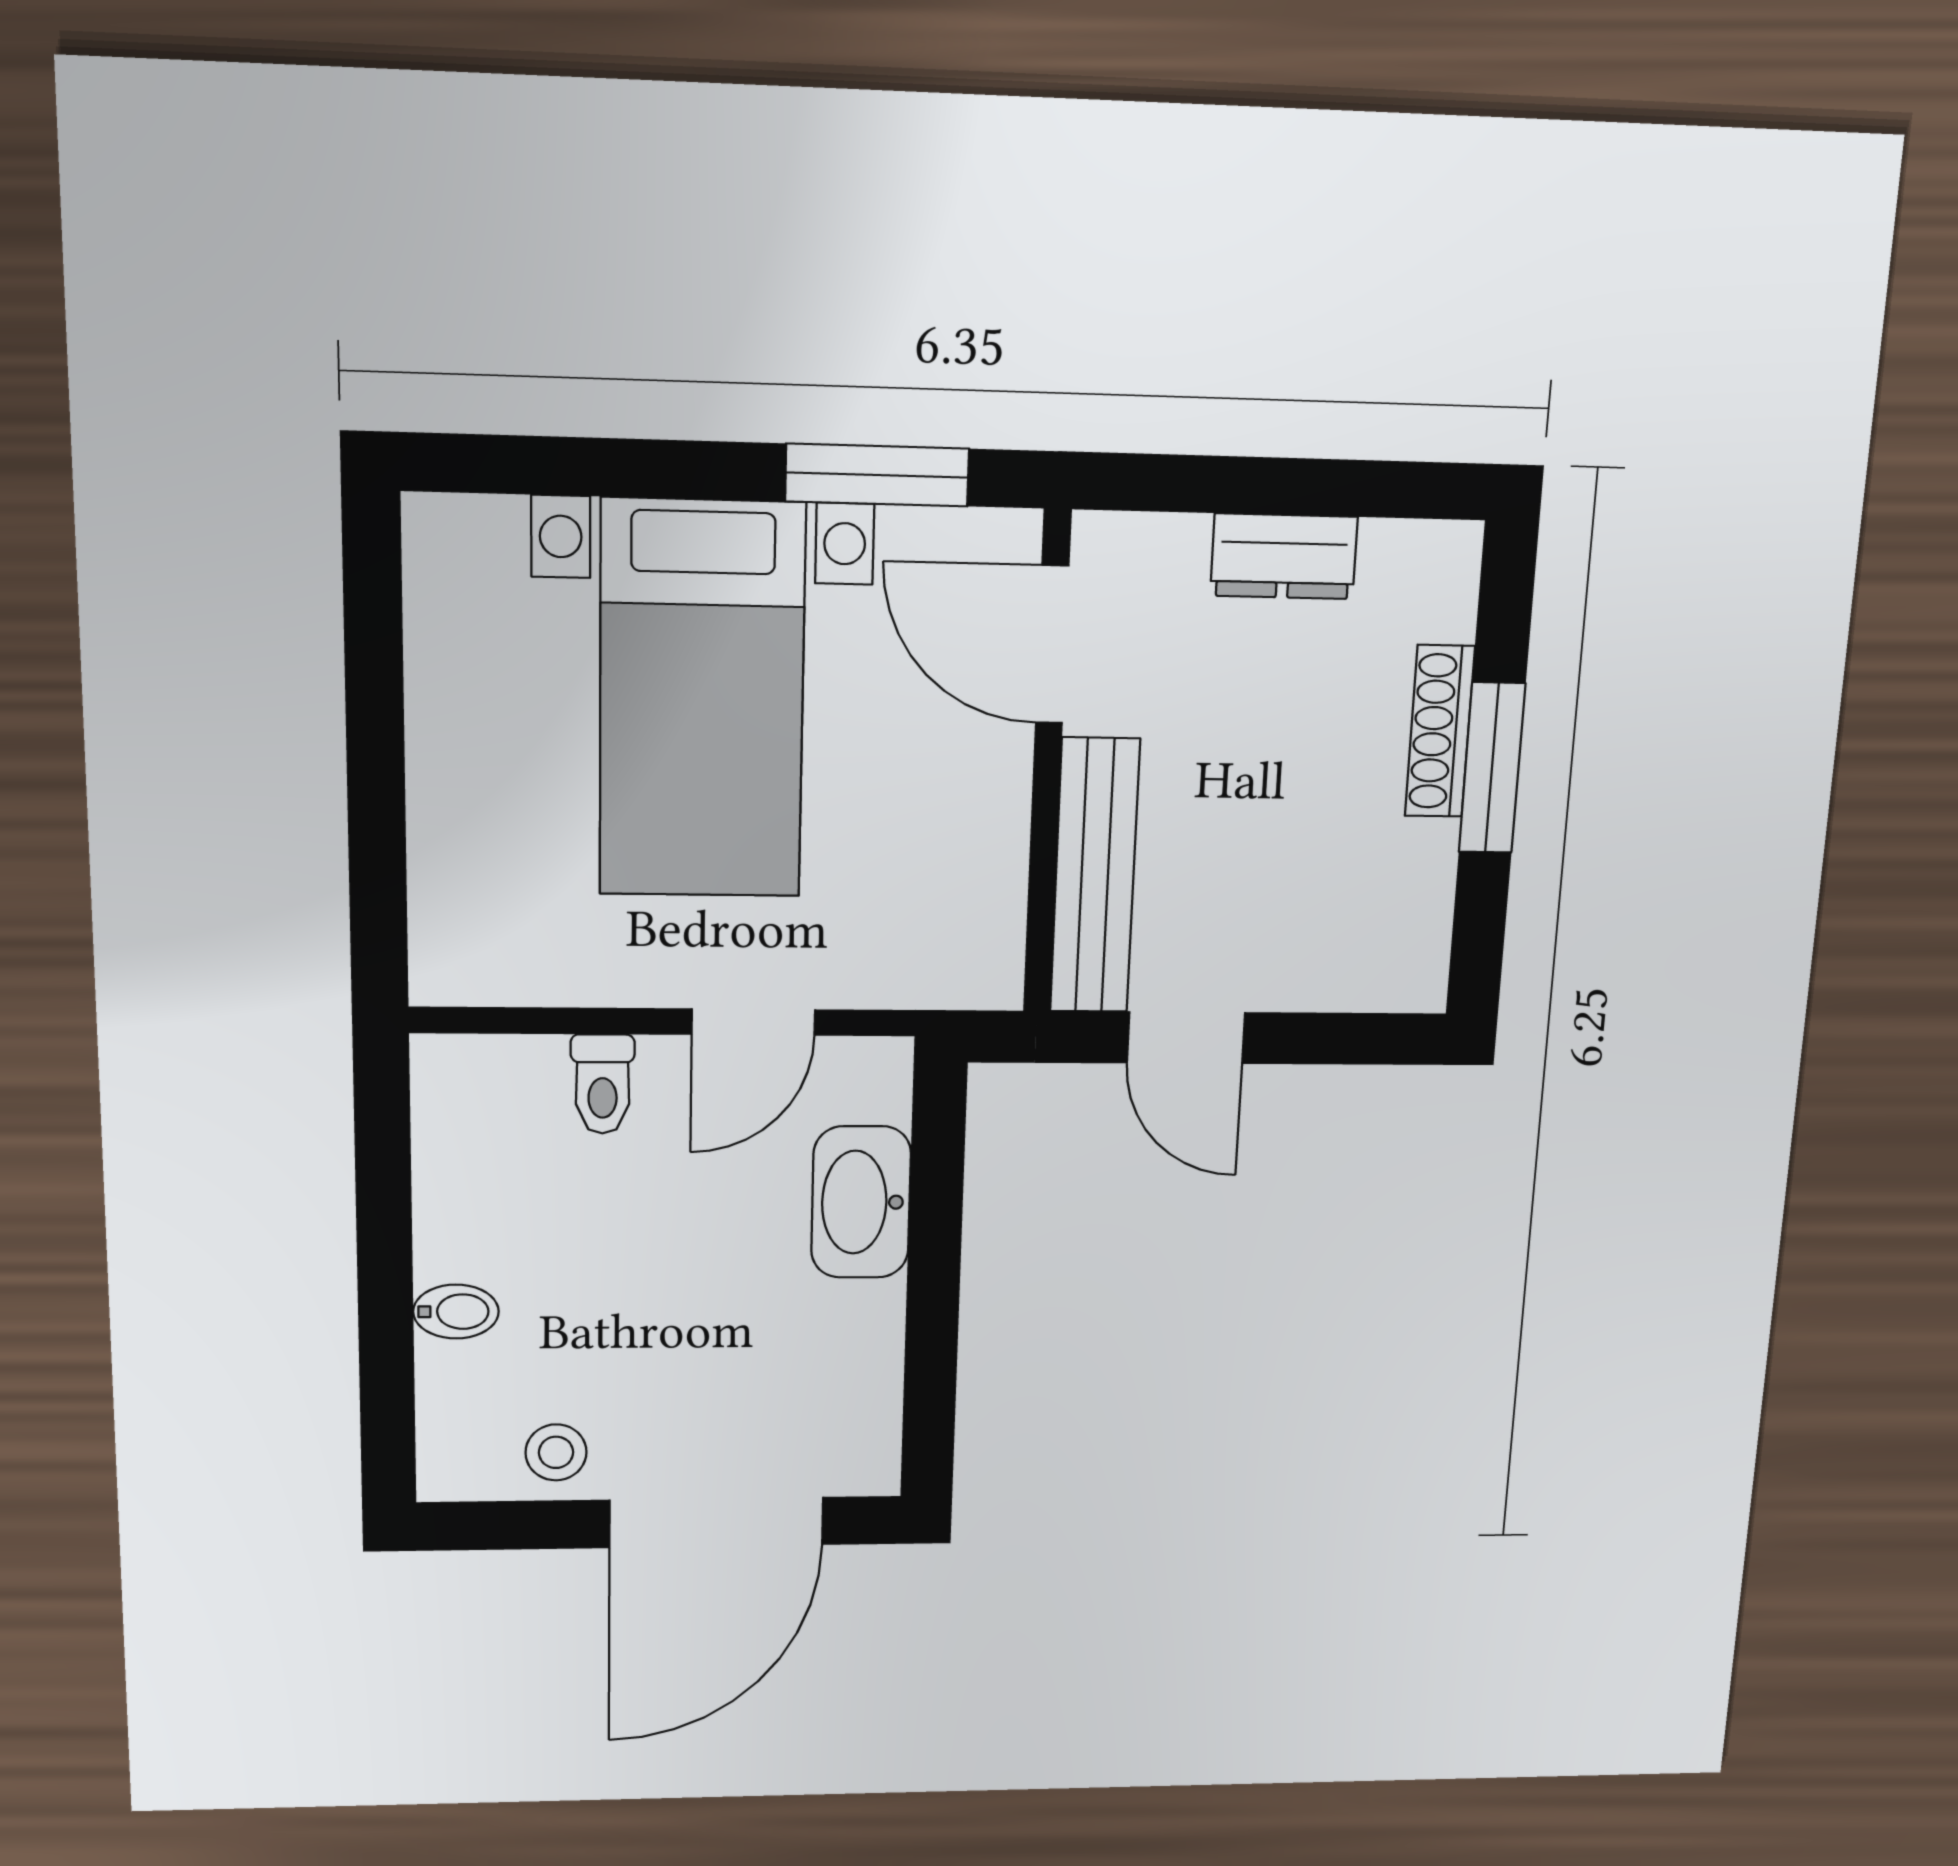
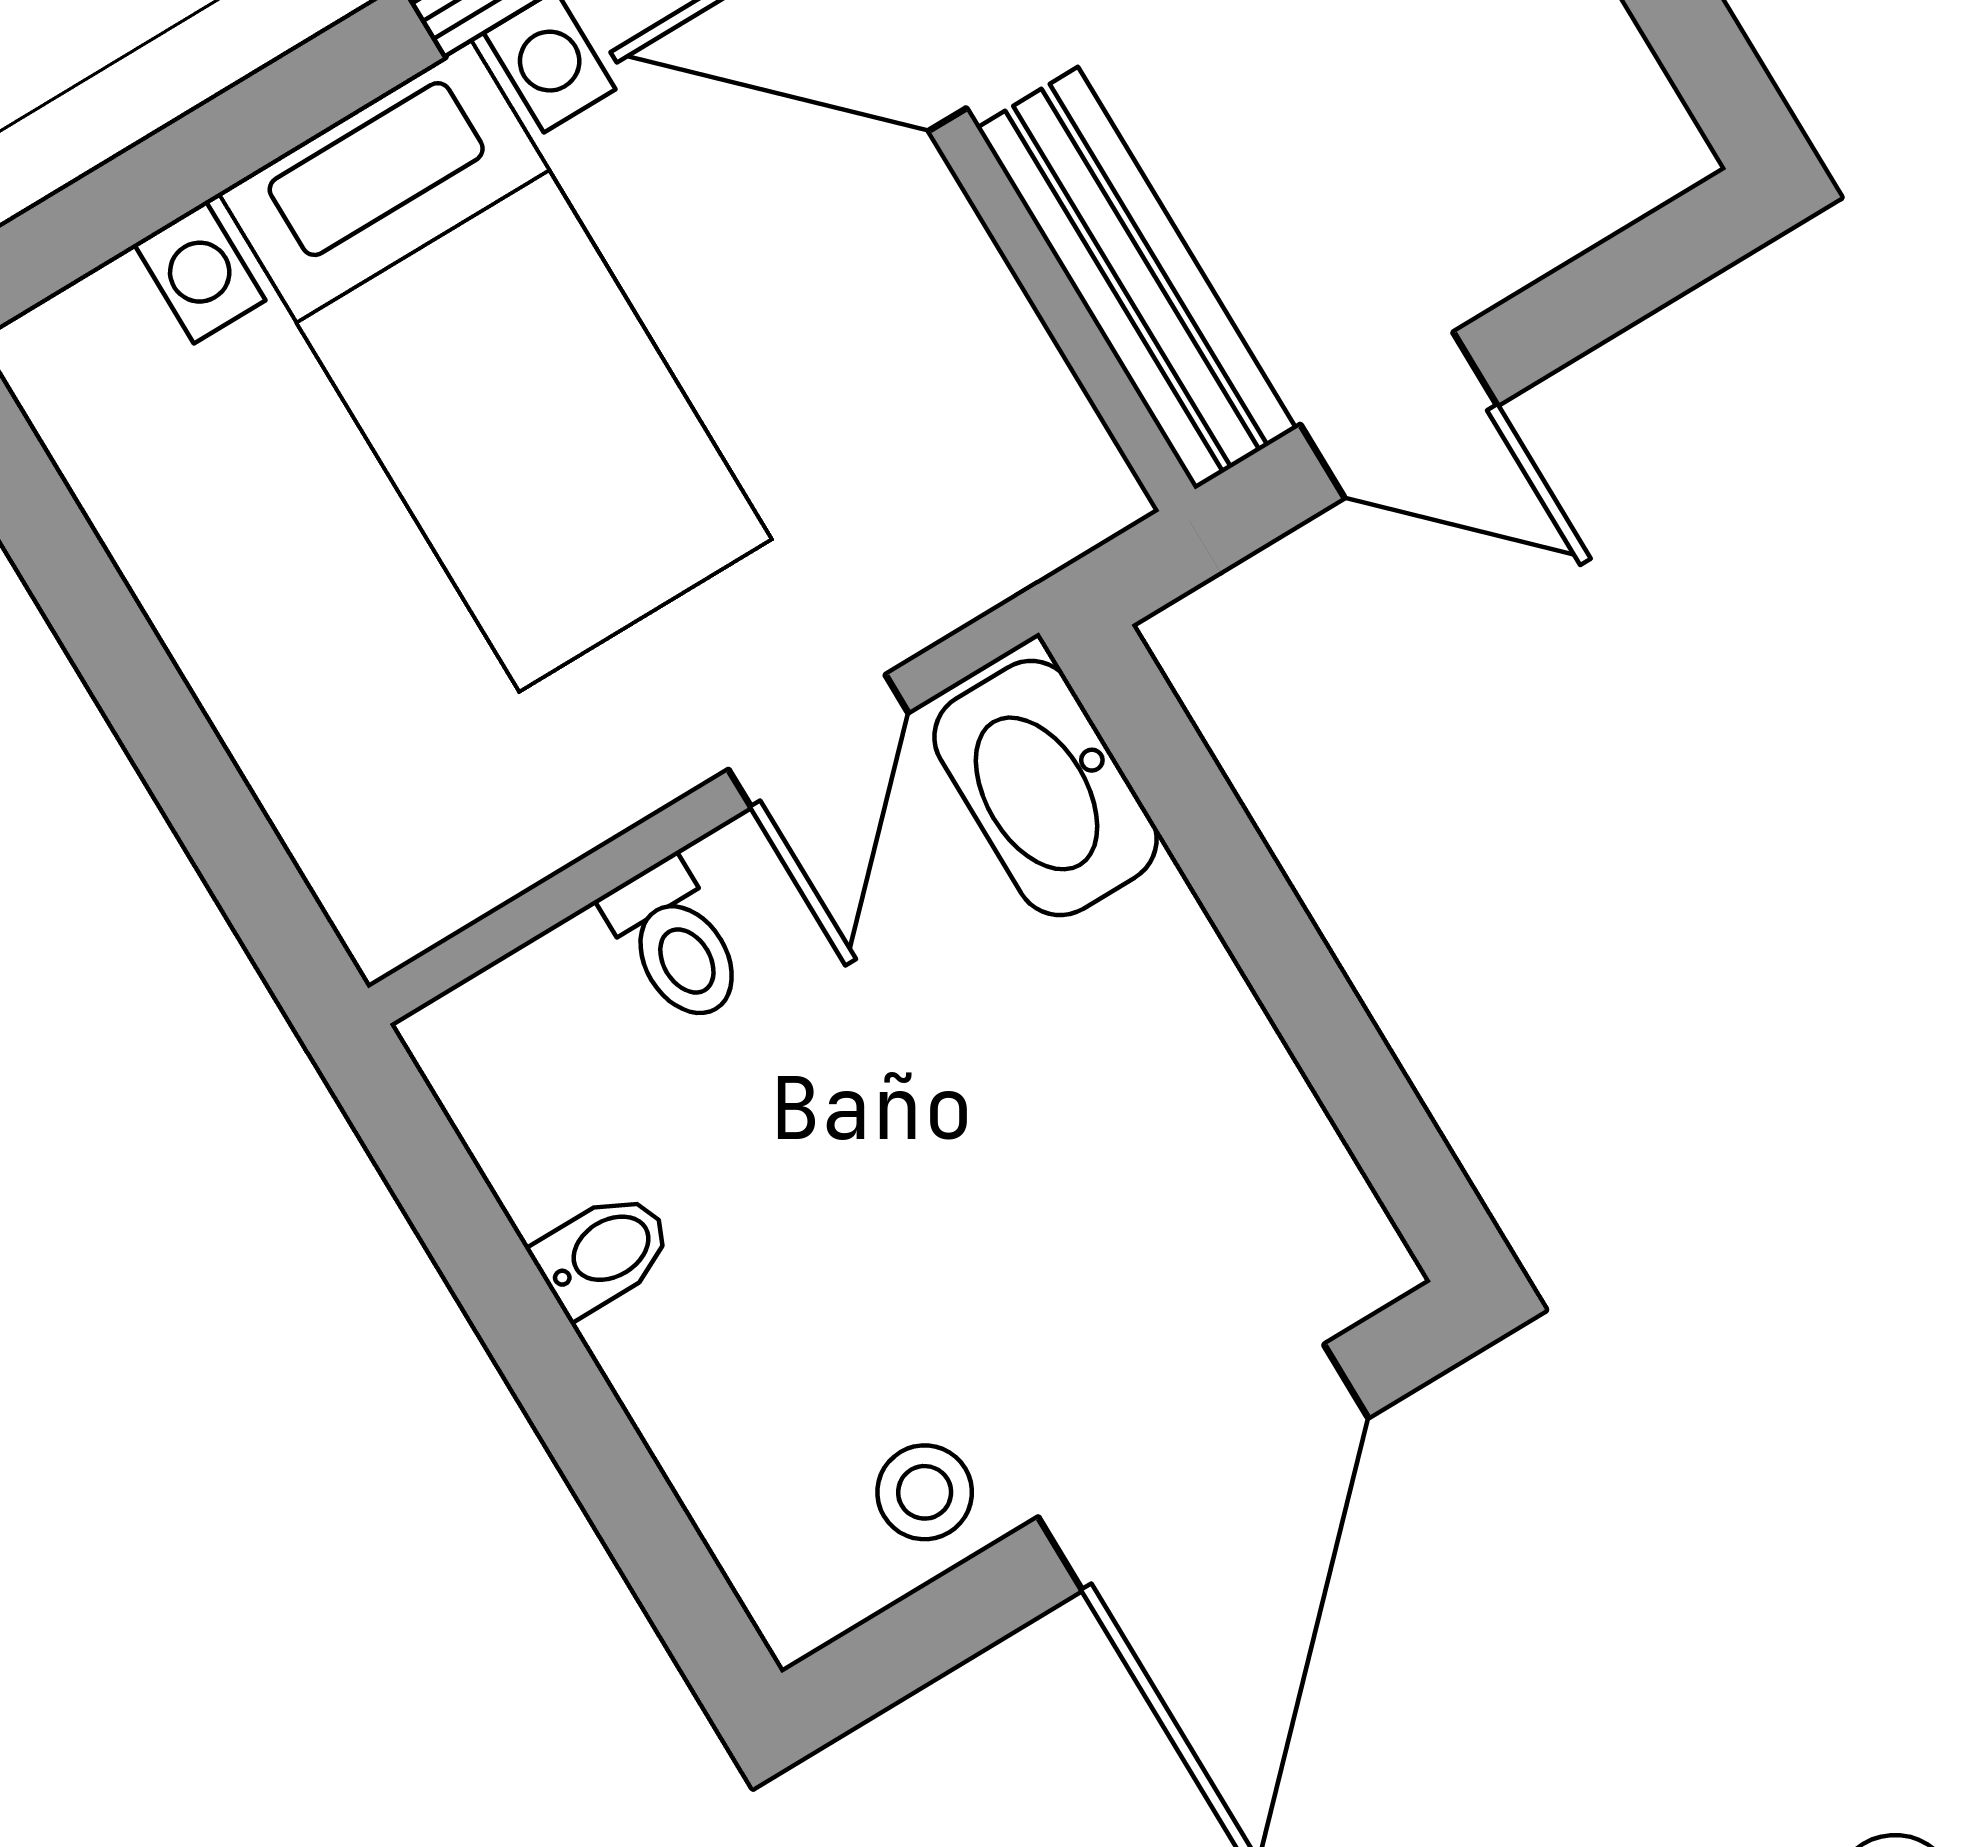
washbasin: (861, 1202) -> (1046, 788), moved
bidet: (456, 1312) -> (603, 1253), moved

